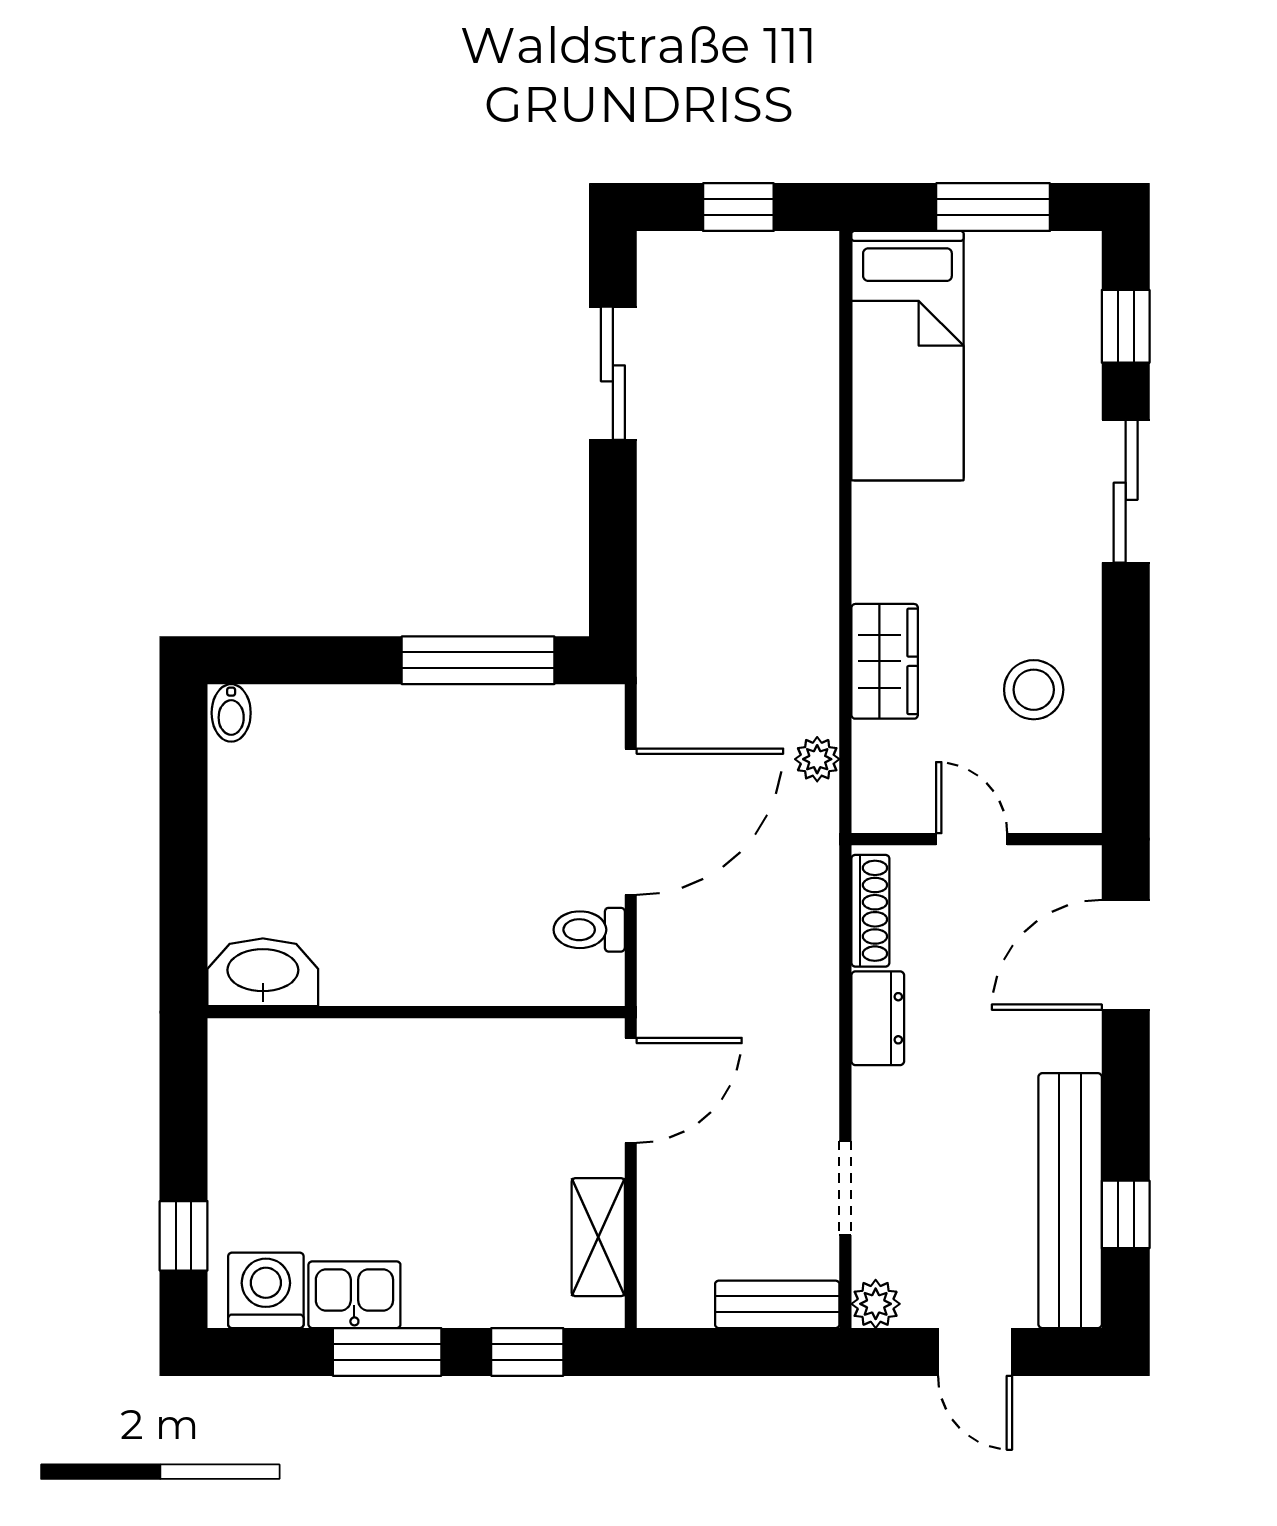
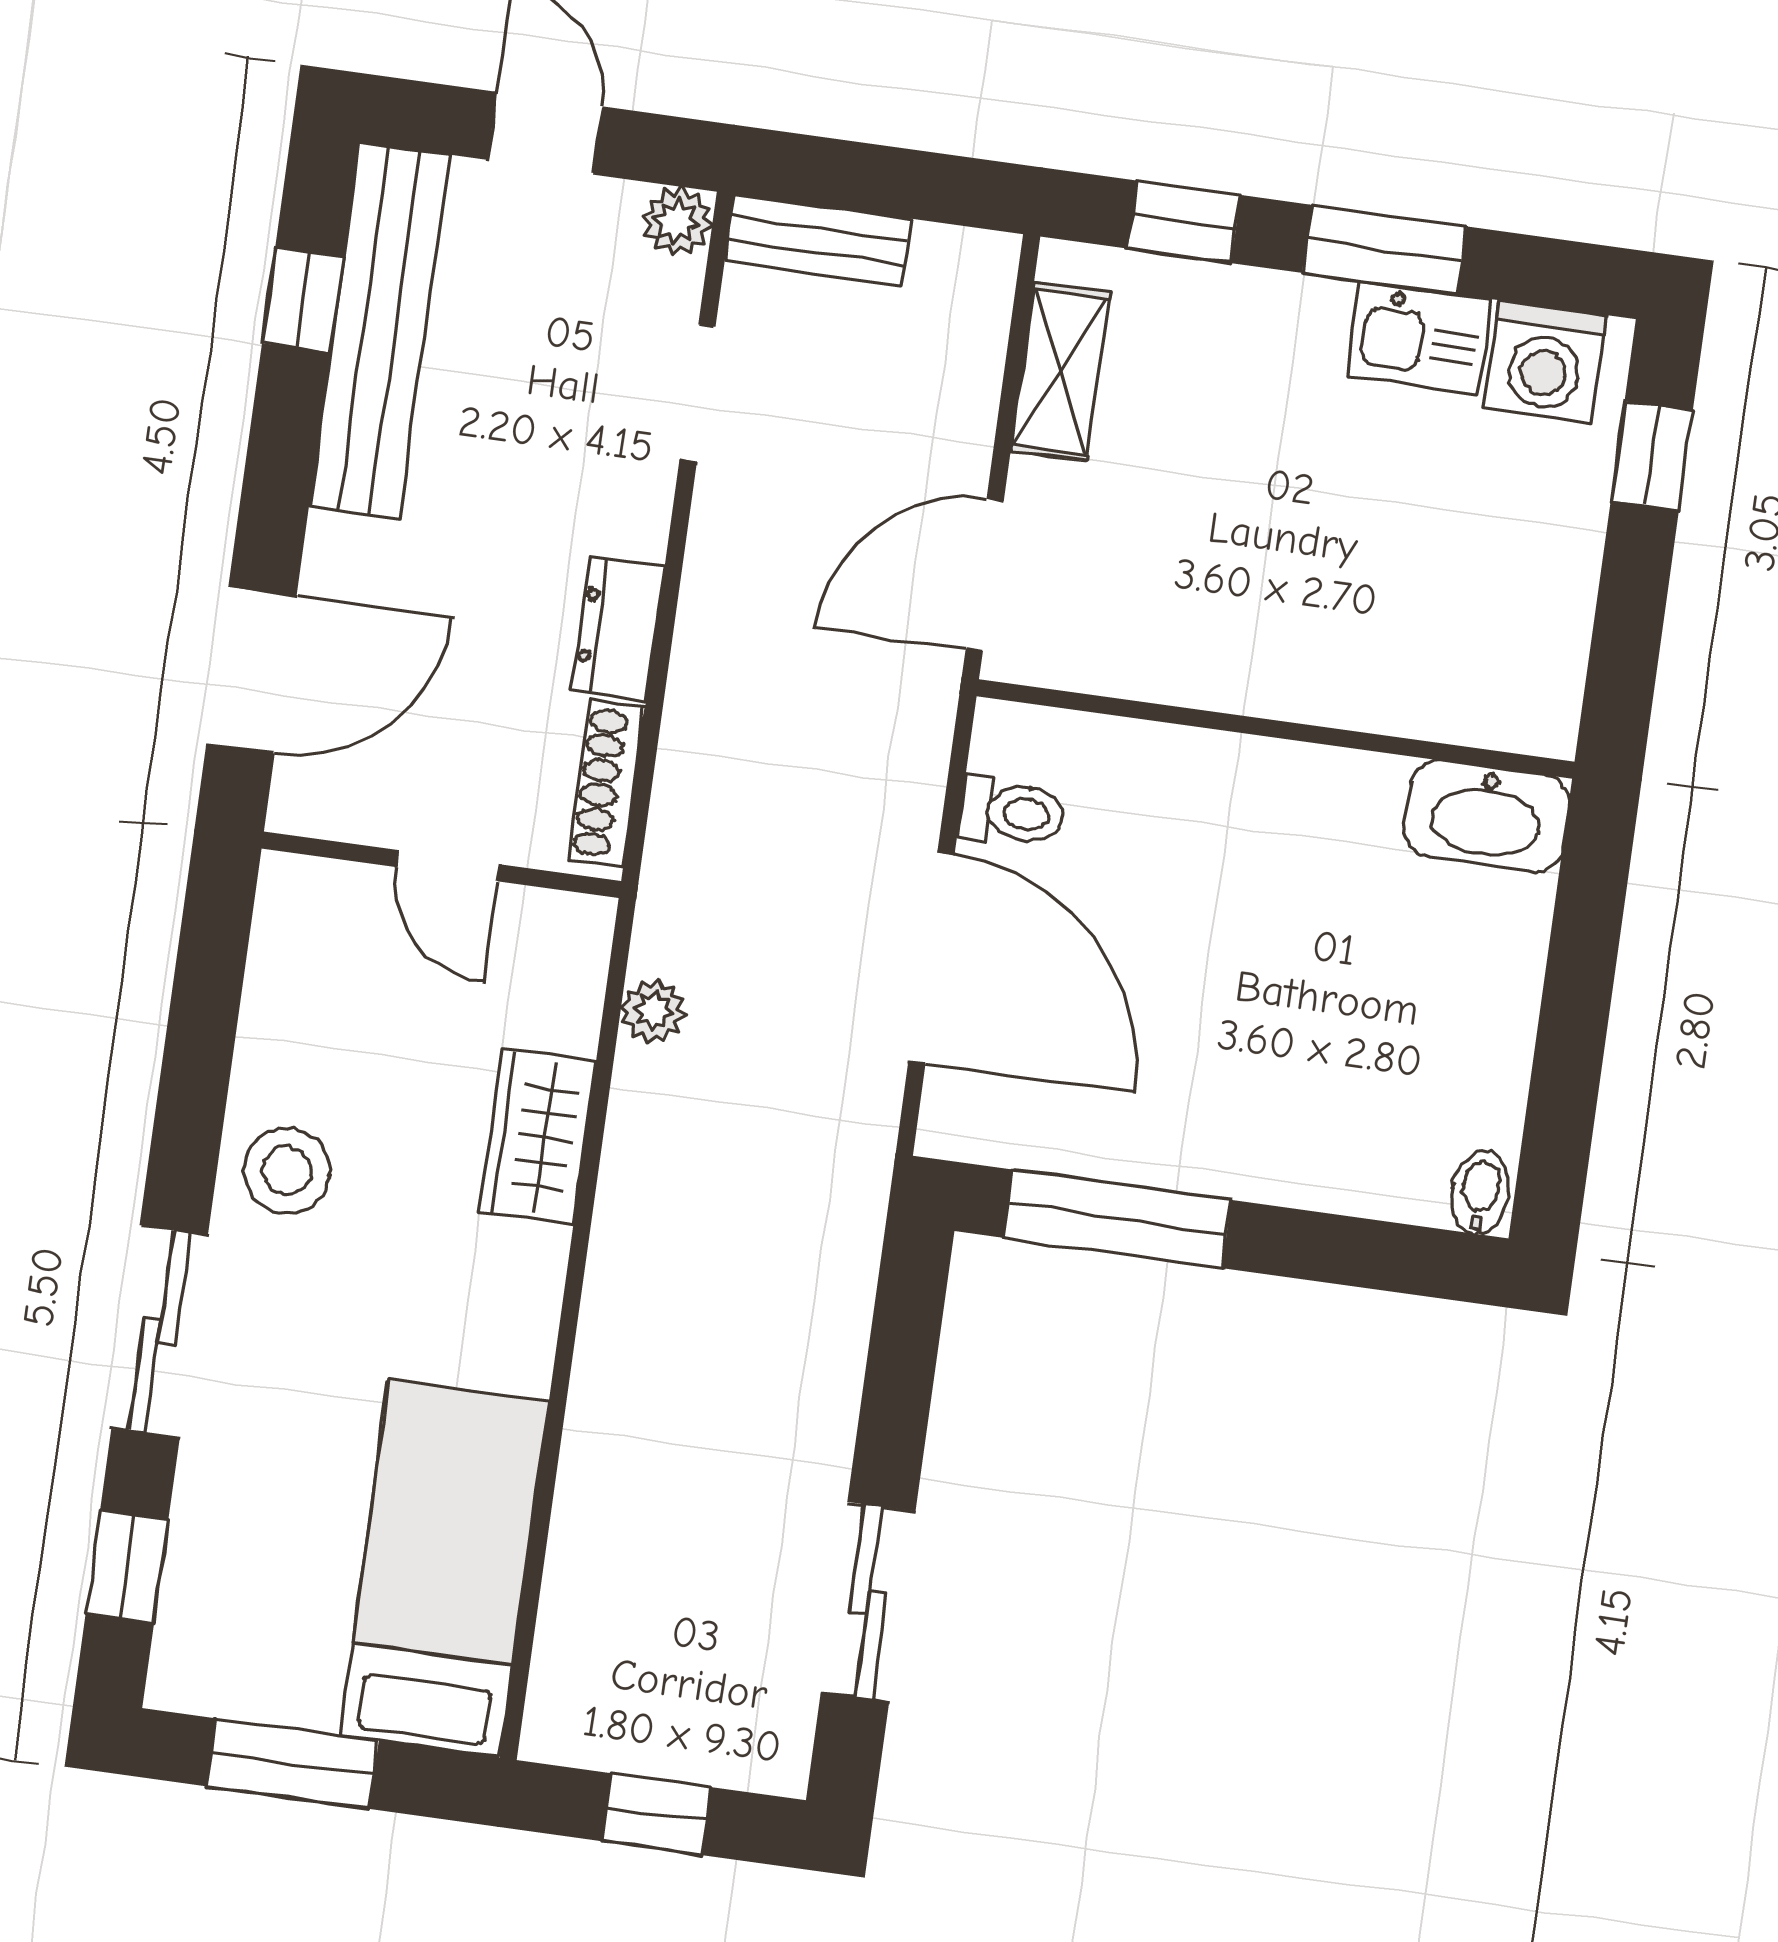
stool: (1034, 690) -> (287, 1171), moved
door: (631, 822) -> (931, 958), swing flipped

